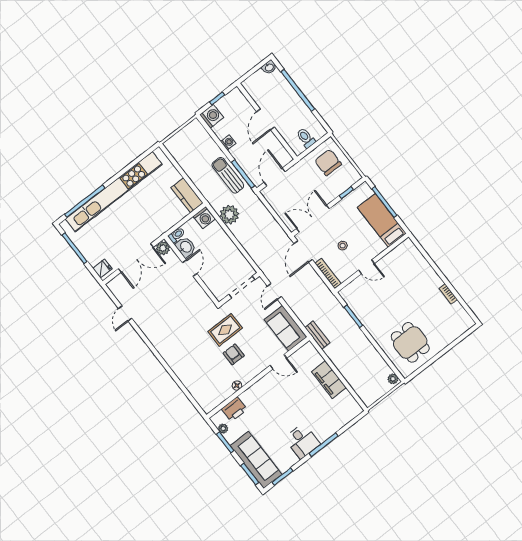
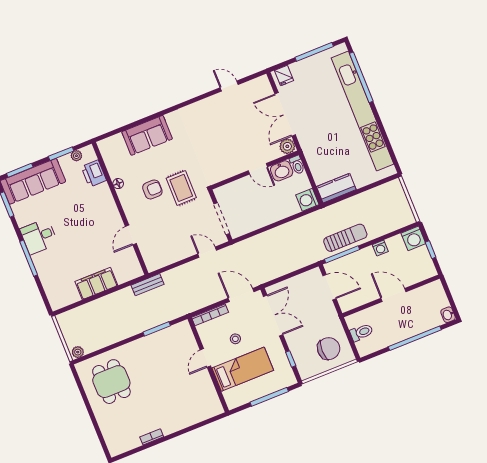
plant: (229, 215) -> (303, 227), removed
bed: (382, 220) -> (243, 369), moved
sofa: (286, 328) -> (147, 135), moved, turned 180
dining table: (410, 342) -> (111, 382), turned 90

